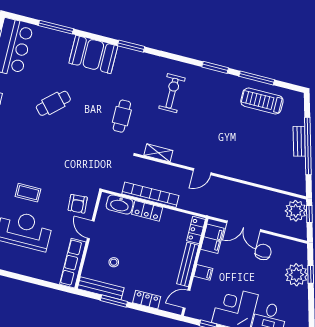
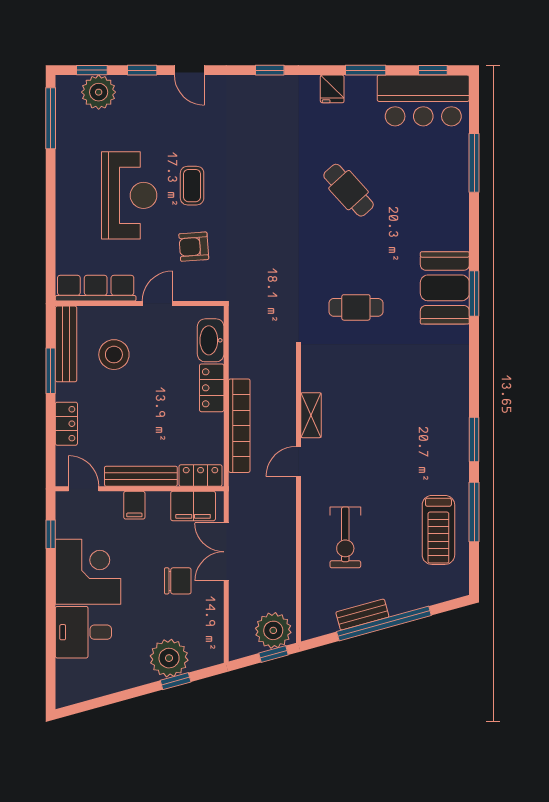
booth: (93, 54) -> (445, 288), moved
exercise bike: (172, 93) -> (345, 537), moved, turned 90
treadmill: (262, 101) -> (438, 530), turned 180
bench: (299, 141) -> (362, 615), moved
shelving: (158, 153) -> (311, 415), moved
door: (202, 172) -> (298, 461), hinge flipped
bookcase: (150, 195) -> (239, 426), moved
armchair: (78, 204) -> (194, 247), moved
chair: (263, 252) -> (178, 581), moved
stool: (114, 262) -> (114, 355), width x1.89, depth x1.89

